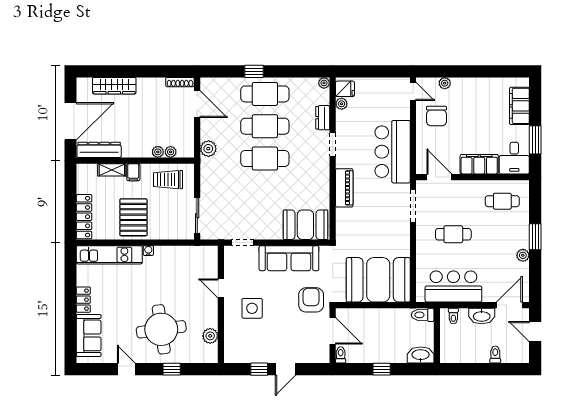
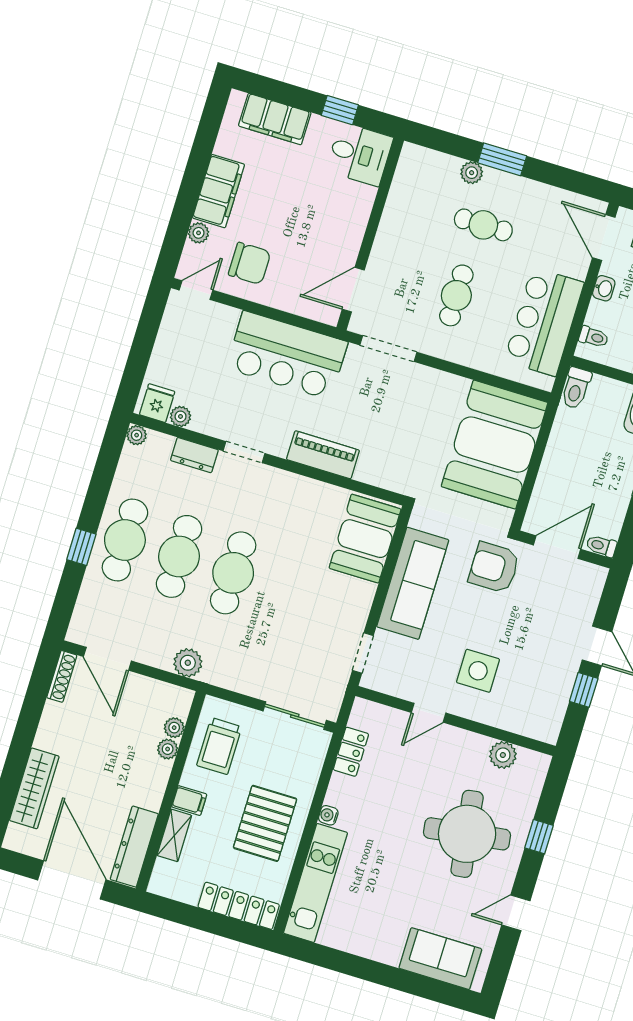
door: (197, 104) -> (107, 659), swing flipped
window: (535, 140) -> (340, 110), width x0.67
filing cabinet: (479, 164) -> (218, 191), moved, turned 180
cafe table: (502, 201) -> (483, 225), moved, turned 90
pallet: (133, 217) -> (265, 823), turned 90
plant: (523, 255) -> (472, 173), moved
locker: (83, 300) -> (351, 752), moved, turned 90
washbasin: (482, 316) -> (604, 288), width x0.52, depth x0.69

